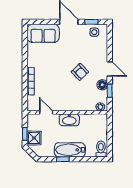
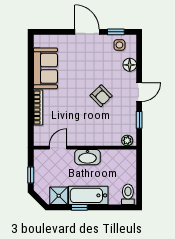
sofa: (43, 33) -> (45, 68), moved, turned -90
door: (110, 69) -> (139, 92), hinge flipped
floor lamp: (102, 85) -> (130, 65), moved
door: (46, 112) -> (58, 148), hinge flipped
shower: (34, 138) -> (59, 196), moved

